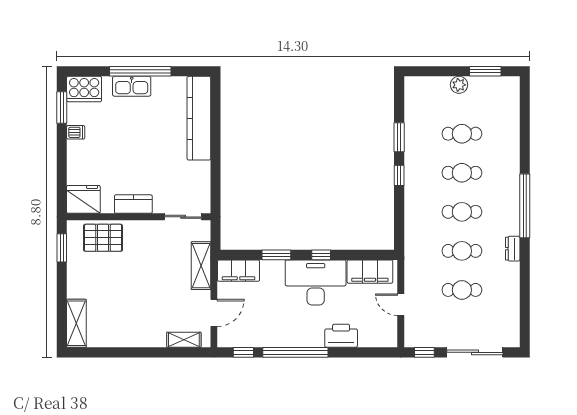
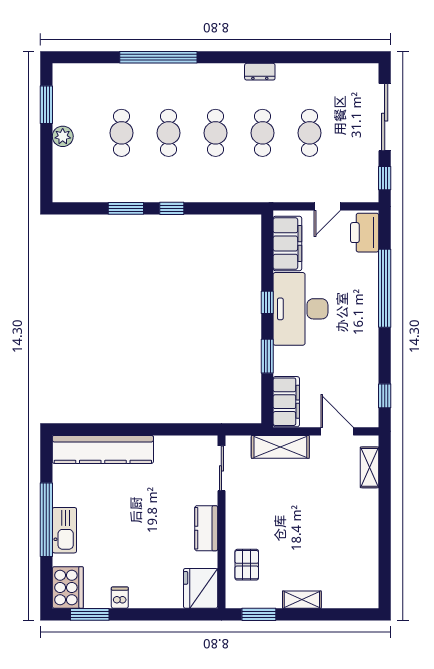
window: (525, 206) -> (158, 57), moved
pallet: (103, 238) -> (247, 565), width x0.67, depth x0.71
shelving: (76, 323) -> (302, 600), moved, width x0.67, depth x0.75
printer: (341, 336) -> (365, 233), moved
window: (295, 352) -> (385, 288), moved

